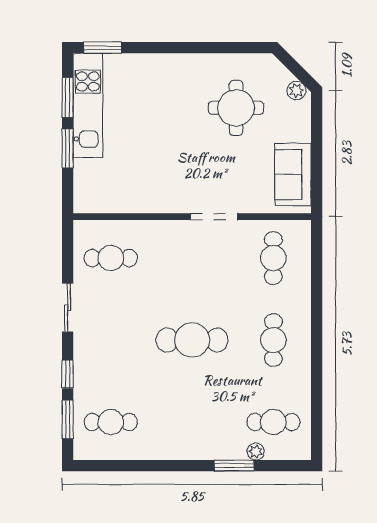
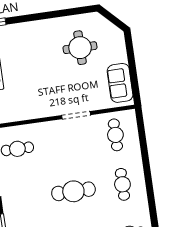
plant: (296, 90) -> (115, 32), removed

